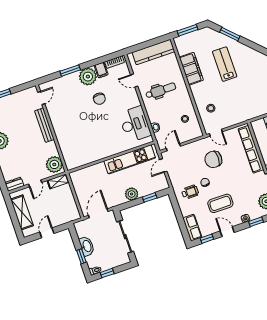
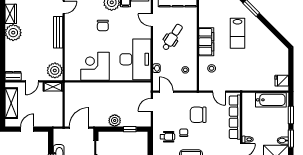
lab bench: (225, 64) -> (238, 33), turned 180
filing cabinet: (191, 69) -> (206, 42), moved
dental chair: (161, 91) -> (172, 37), turned -57
chair: (99, 99) -> (103, 25), moved
desk: (135, 124) -> (135, 59), width x1.36, depth x1.30
door: (216, 133) -> (219, 92), moved
corner desk: (93, 146) -> (95, 66), added
door: (173, 147) -> (166, 92), hinge flipped
kitchen unit: (130, 159) -> (124, 89), removed

